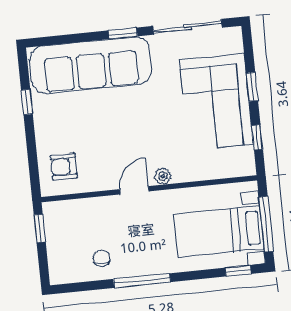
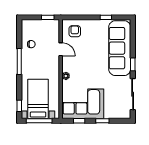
corner sofa: (216, 102) -> (83, 104), moved
door: (134, 190) -> (61, 49), moved

